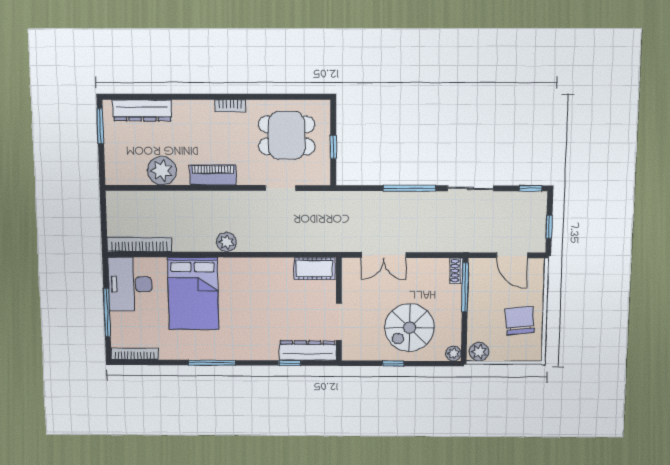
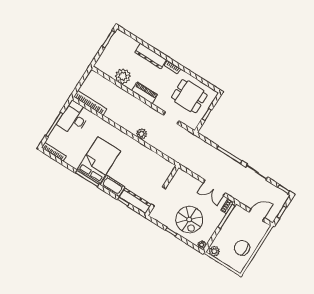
dresser: (142, 110) -> (151, 56), moved
plant: (226, 242) -> (142, 134), moved
double door: (384, 255) -> (214, 188), moved
door: (512, 255) -> (257, 215), swing flipped
cot: (315, 269) -> (113, 186), moved
bed: (193, 293) -> (99, 161), moved, turned 180
chair: (520, 320) -> (242, 248), turned -84
spiral stairs: (409, 328) -> (189, 220), turned -90

